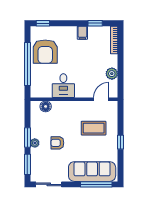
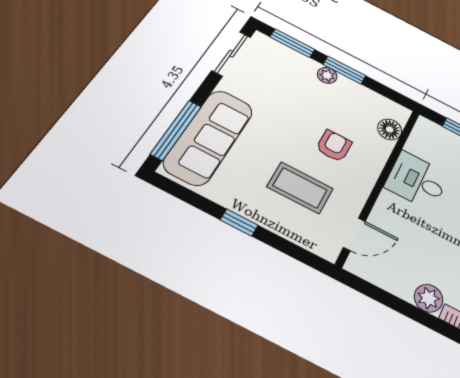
plant: (112, 74) -> (429, 298), moved
door: (101, 99) -> (354, 234), hinge flipped
coffee table: (94, 128) -> (300, 188), turned 90
armchair: (57, 143) -> (334, 146), moved

